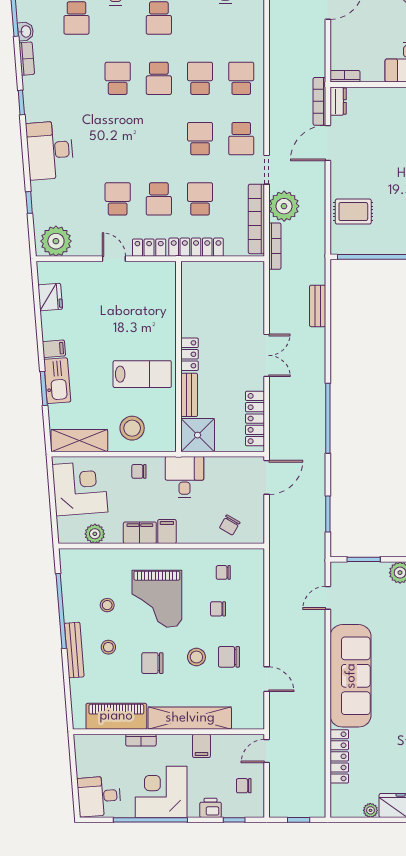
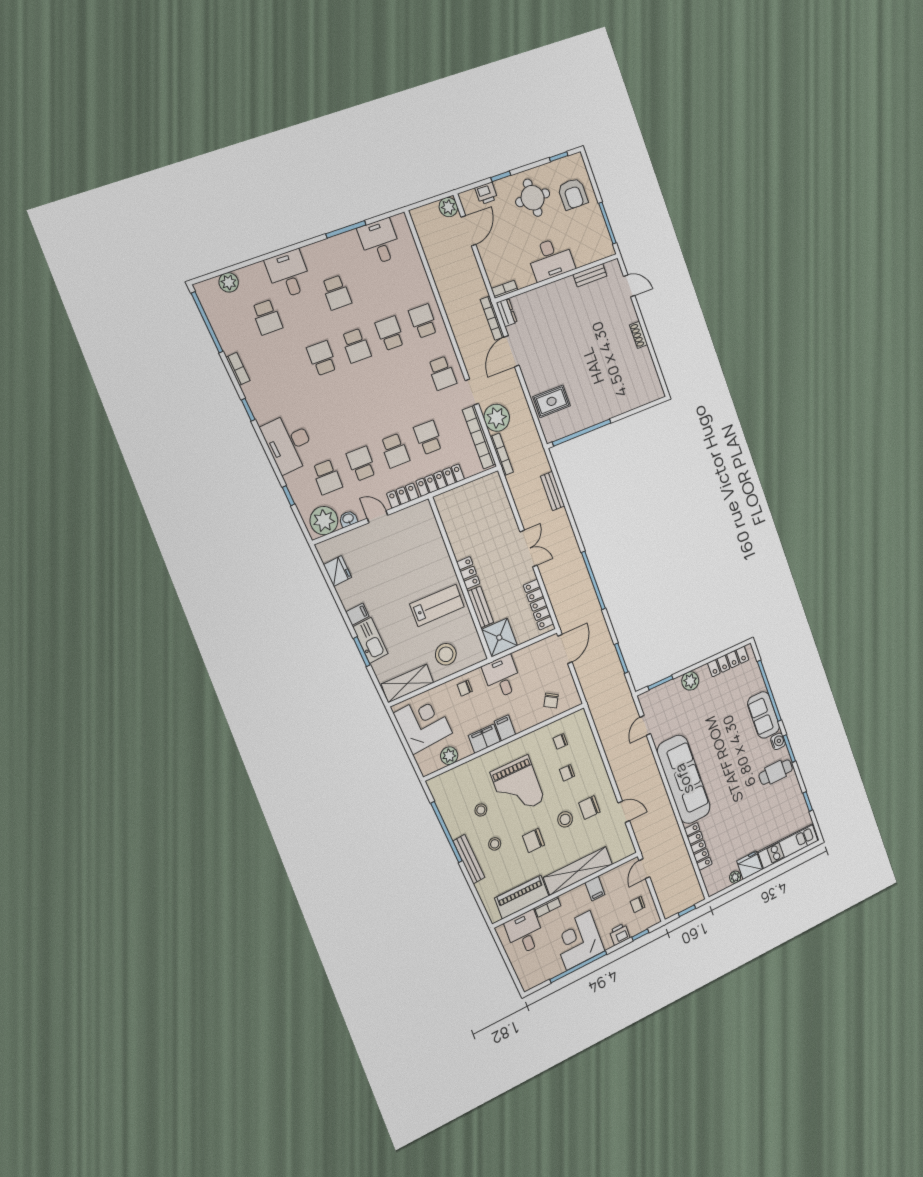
washbasin: (25, 31) -> (348, 519), moved, turned -86
school desk: (200, 139) -> (327, 477), moved, turned 180
desk: (99, 796) -> (525, 933), moved, turned 94

